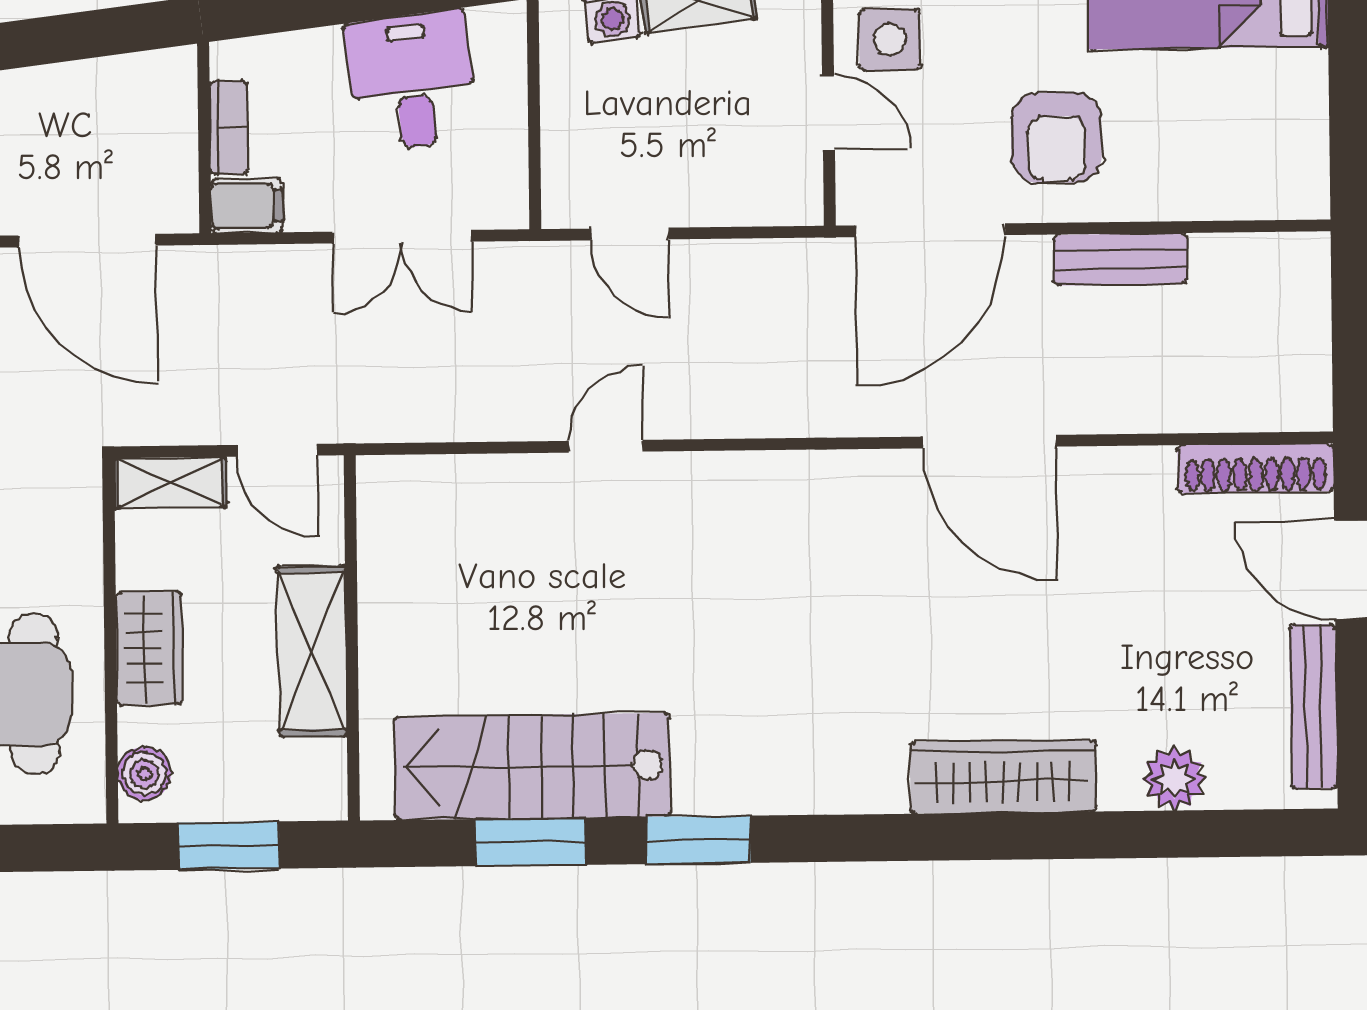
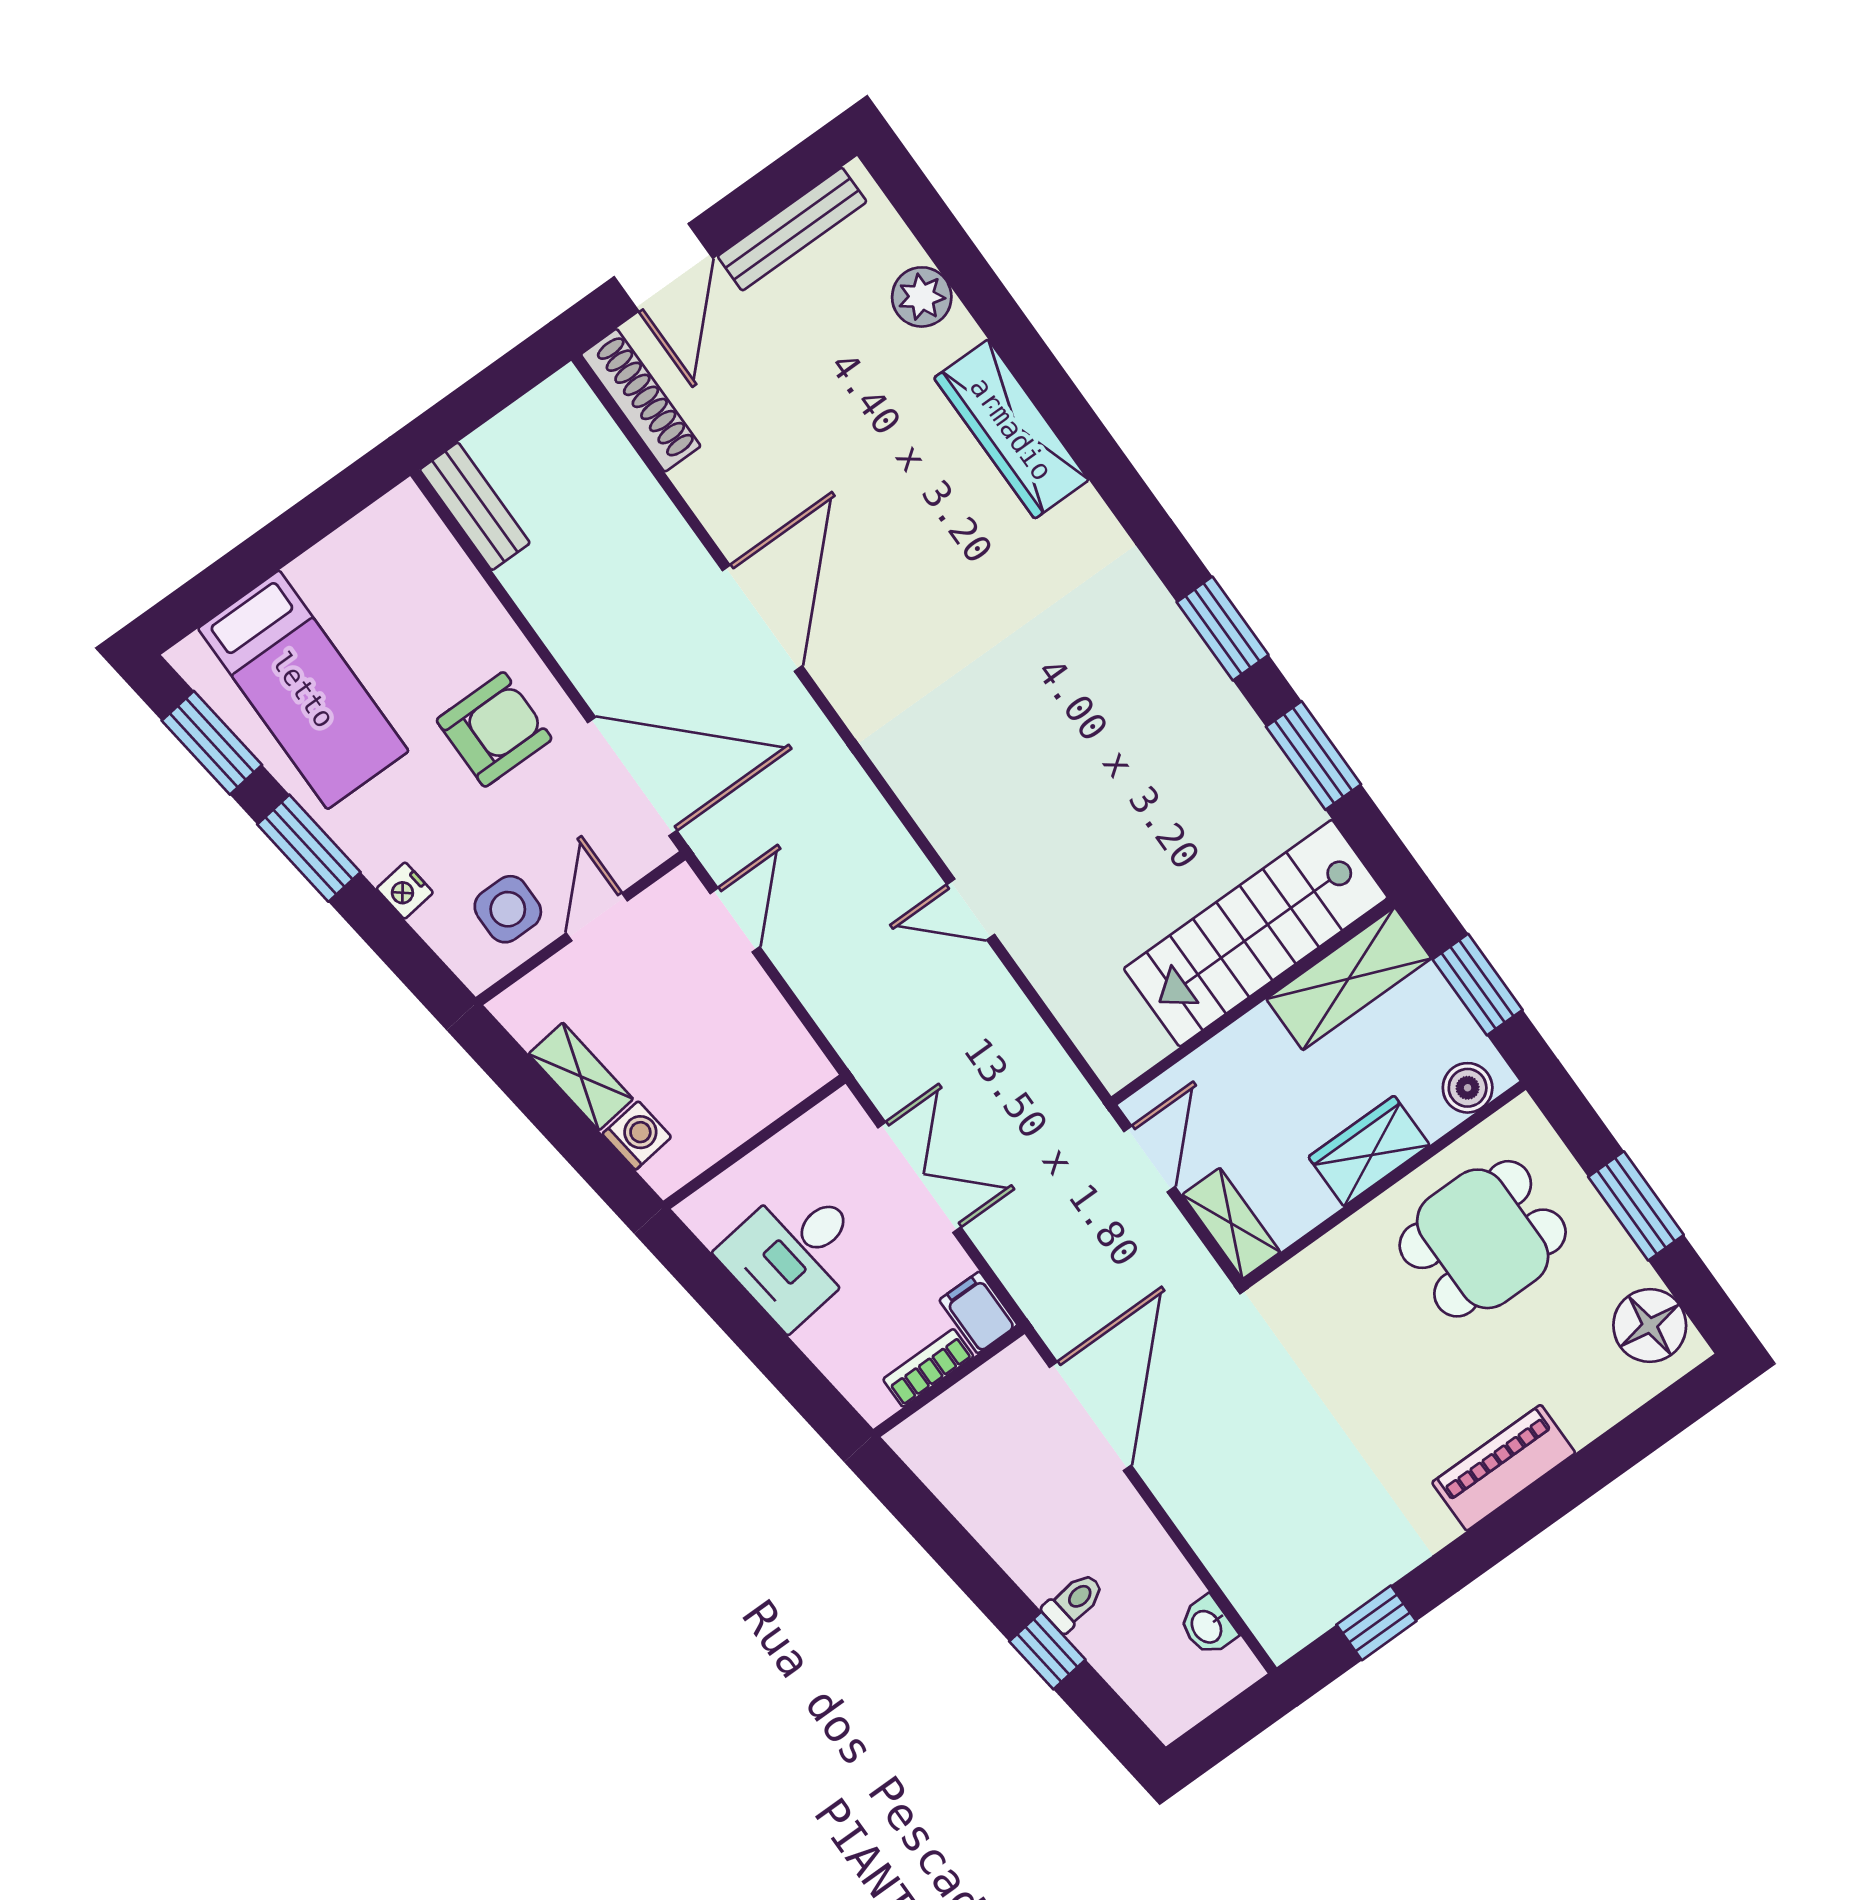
door: (630, 234) -> (735, 920), moved
bench: (1121, 259) -> (475, 506), moved
shelving: (312, 651) -> (1349, 979), moved
stairs: (532, 766) -> (1256, 933), moved, turned 90

